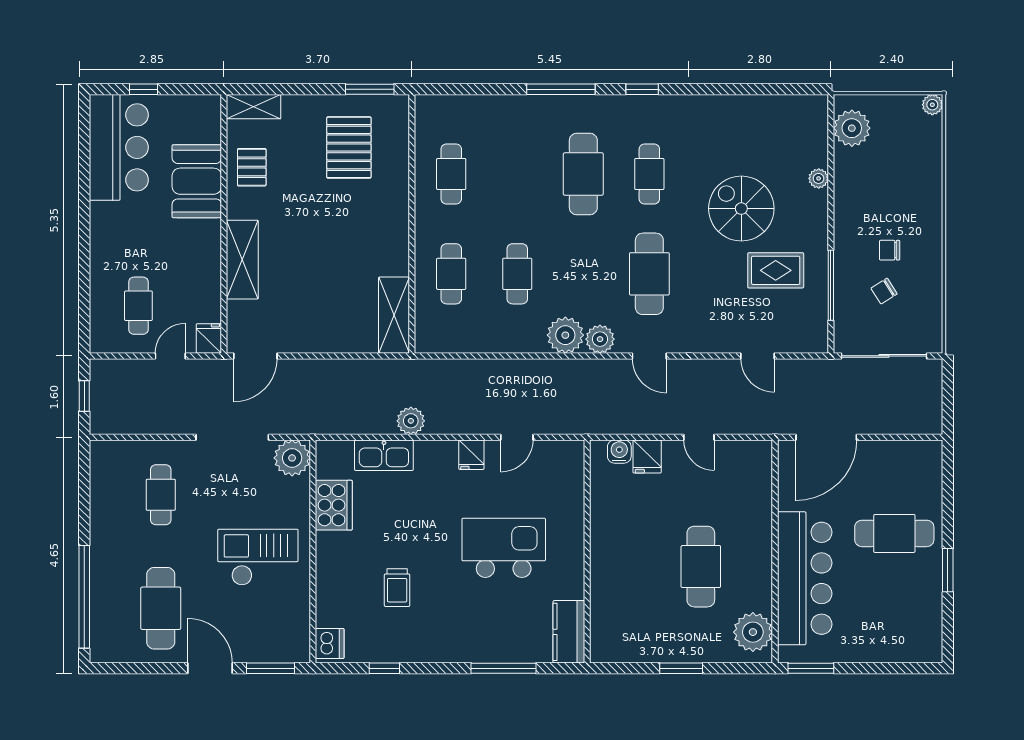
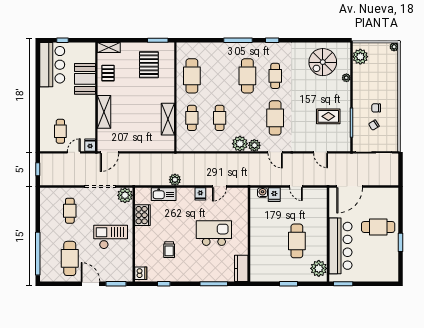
cafe table: (451, 174) -> (192, 76), width x1.37, depth x1.35
spiral stairs: (741, 209) -> (323, 62), moved, turned -90
shelving: (394, 315) -> (168, 119), moved

